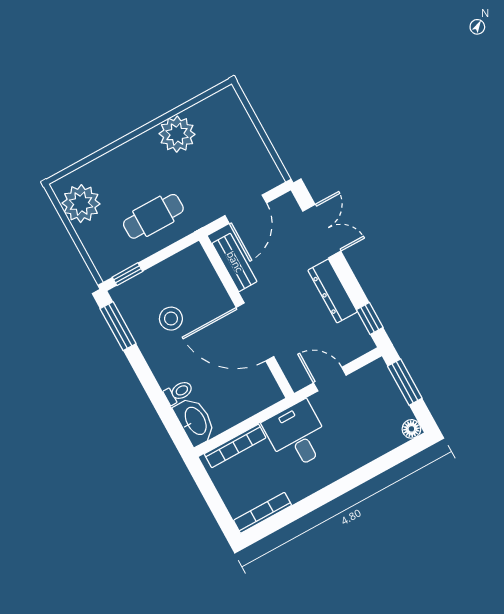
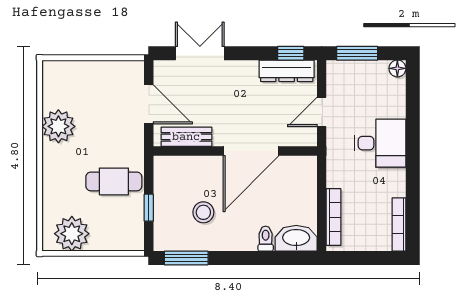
cafe table: (153, 216) -> (114, 181), turned 90
window: (127, 274) -> (149, 208), moved
dresser: (333, 291) -> (287, 71), moved
desk: (297, 435) -> (380, 143), moved, turned 180

